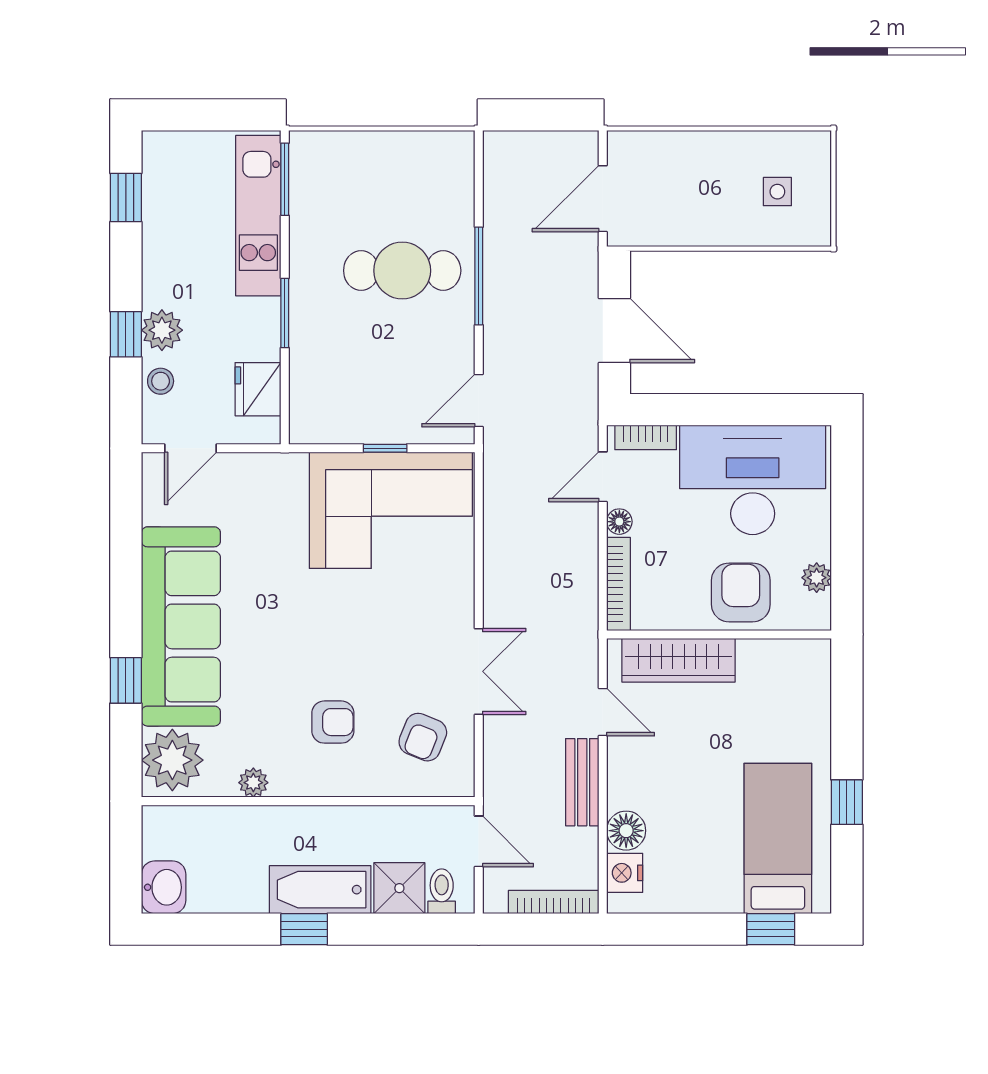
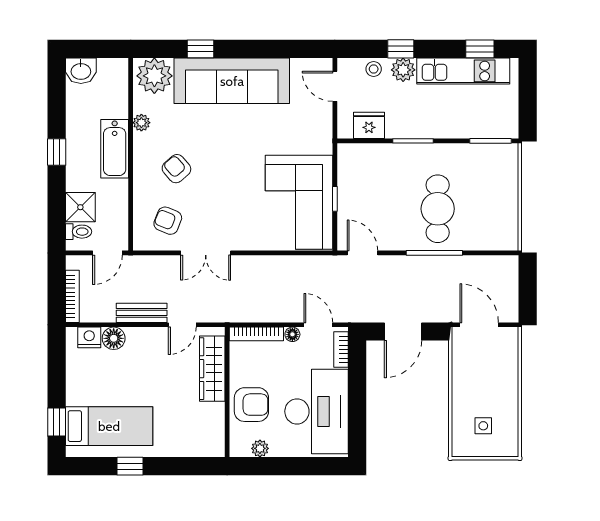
kitchen unit: (258, 216) -> (463, 71), moved, turned 180
armchair: (333, 722) -> (176, 169), turned 139
bathtub: (320, 890) -> (115, 149), moved, turned 180

